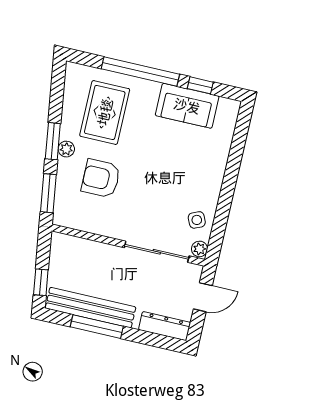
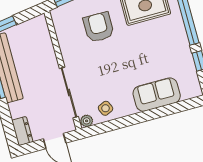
sofa: (187, 106) -> (157, 95), moved, turned 90
dresser: (165, 326) -> (22, 131), width x0.70

